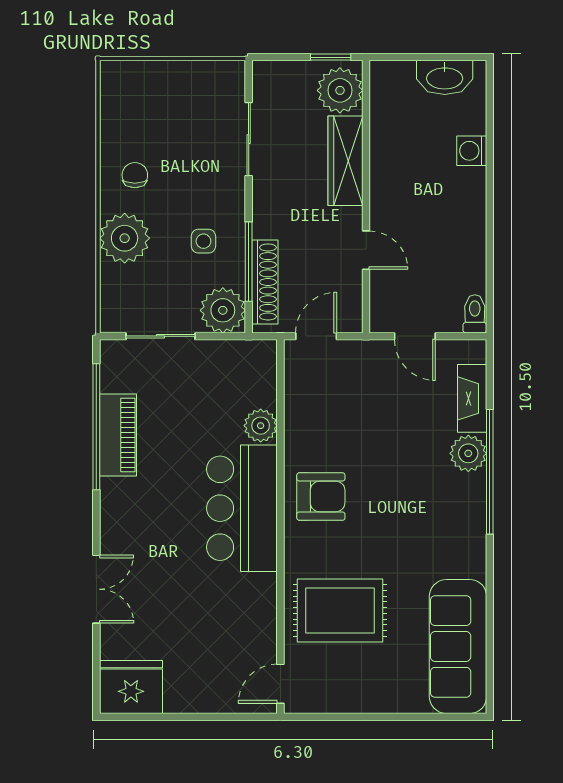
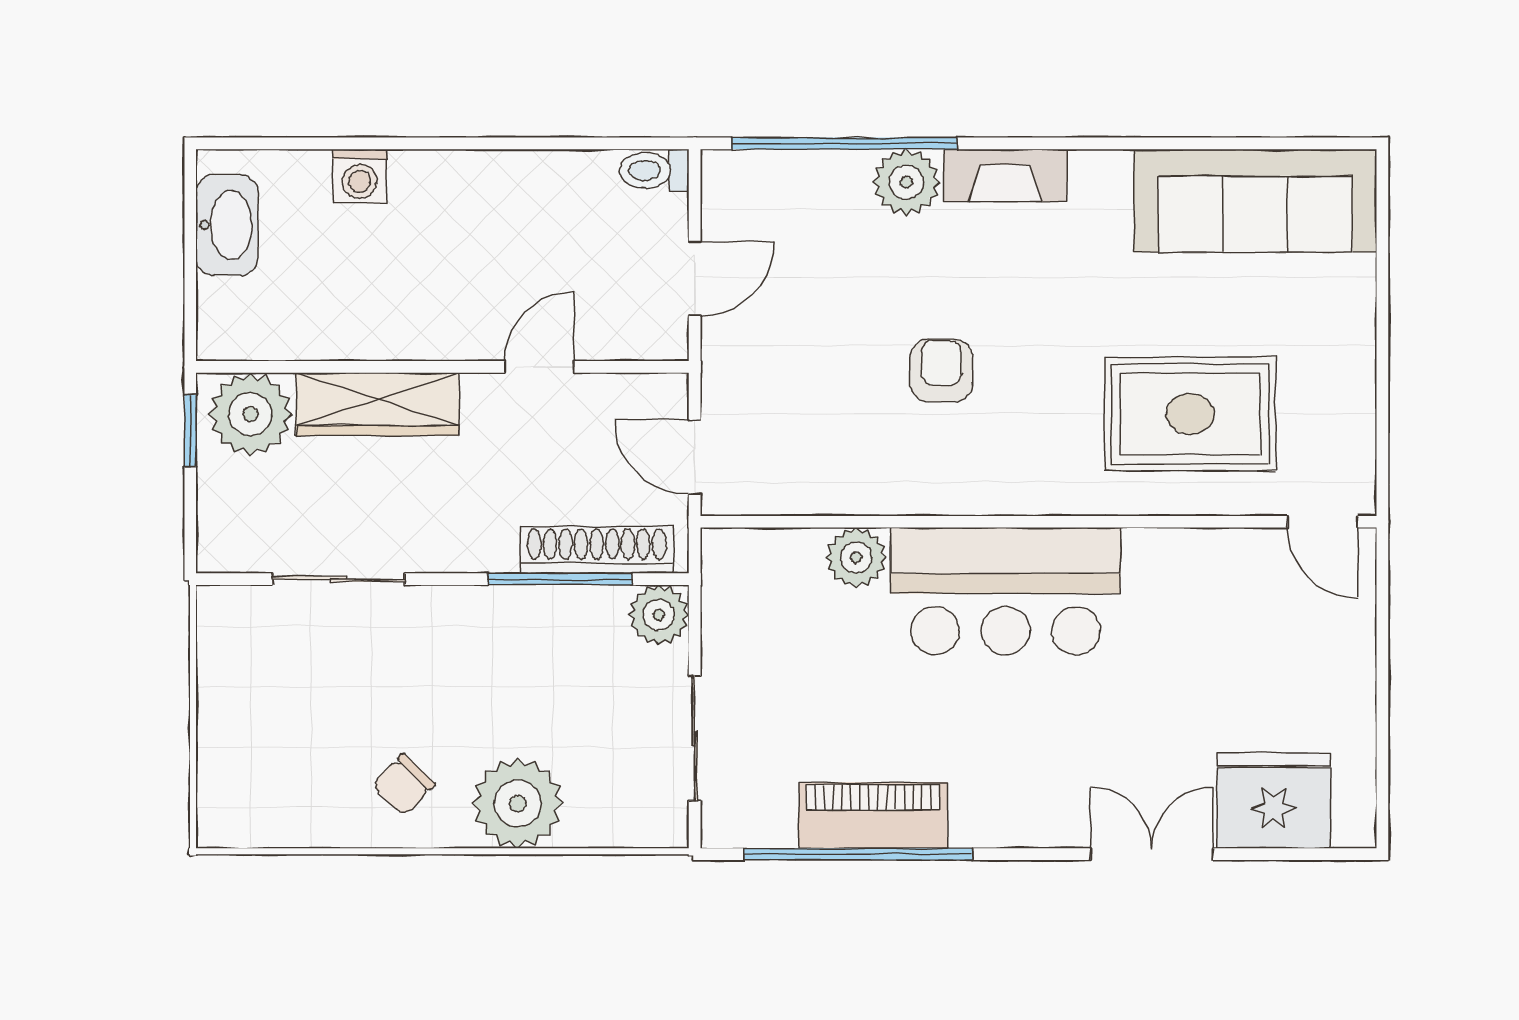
chair: (135, 175) -> (404, 785), turned -46
side table: (203, 241) -> (523, 661), removed
plant: (223, 310) -> (659, 615), width x0.73, depth x0.73
fireplace: (472, 398) -> (1005, 175), moved
window: (490, 472) -> (844, 143), moved
armchair: (321, 497) -> (941, 370), moved, width x0.72, depth x0.72
rug: (340, 610) -> (1190, 414), turned 90
fridge: (131, 687) -> (1274, 800), moved, turned 90

